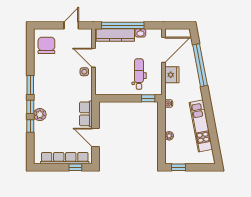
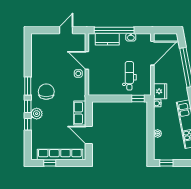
kitchen counter: (115, 35) -> (107, 39), width x0.67
chair: (46, 45) -> (46, 92), moved
fridge: (172, 75) -> (160, 91), moved
window: (75, 167) -> (50, 163), moved

